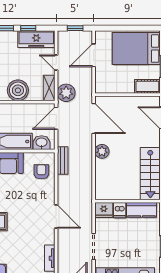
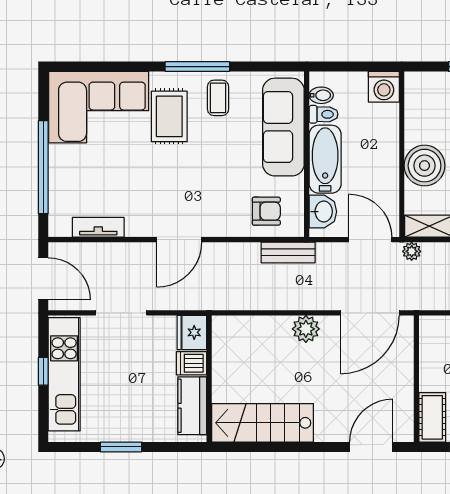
plant: (66, 93) -> (412, 251), width x0.53, depth x0.53

